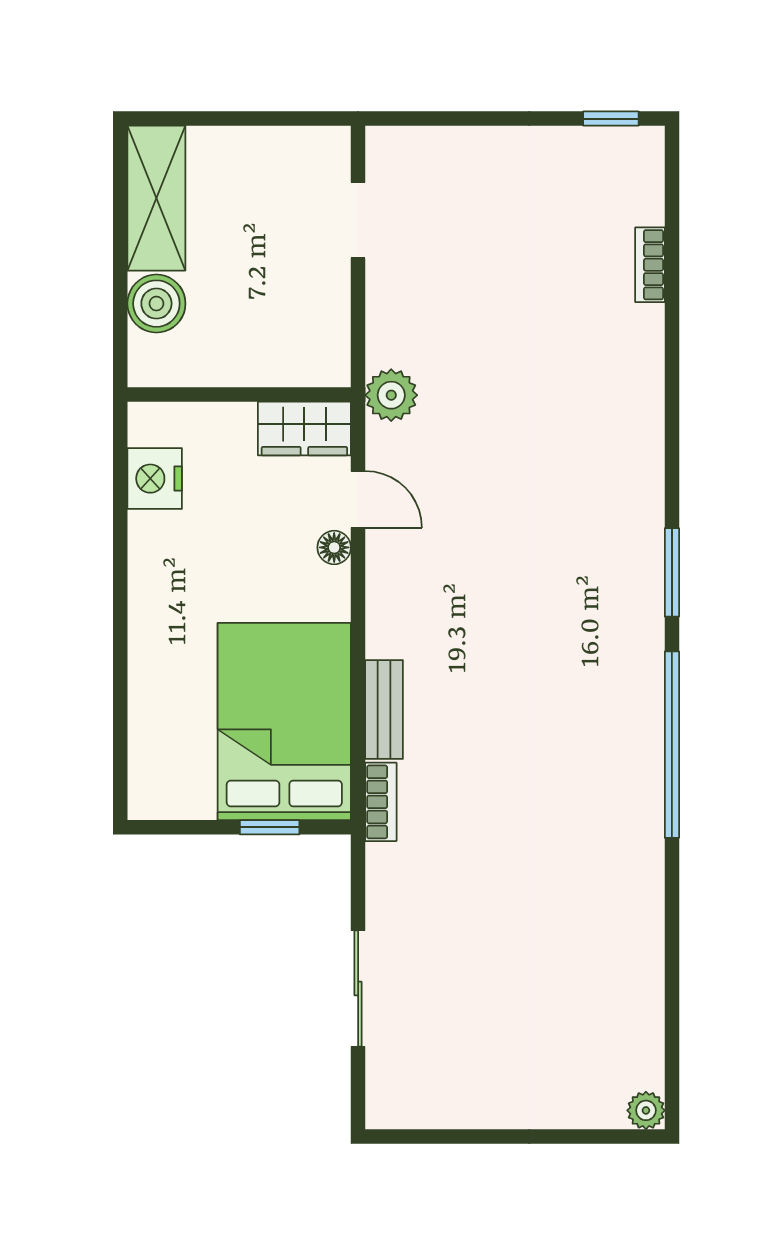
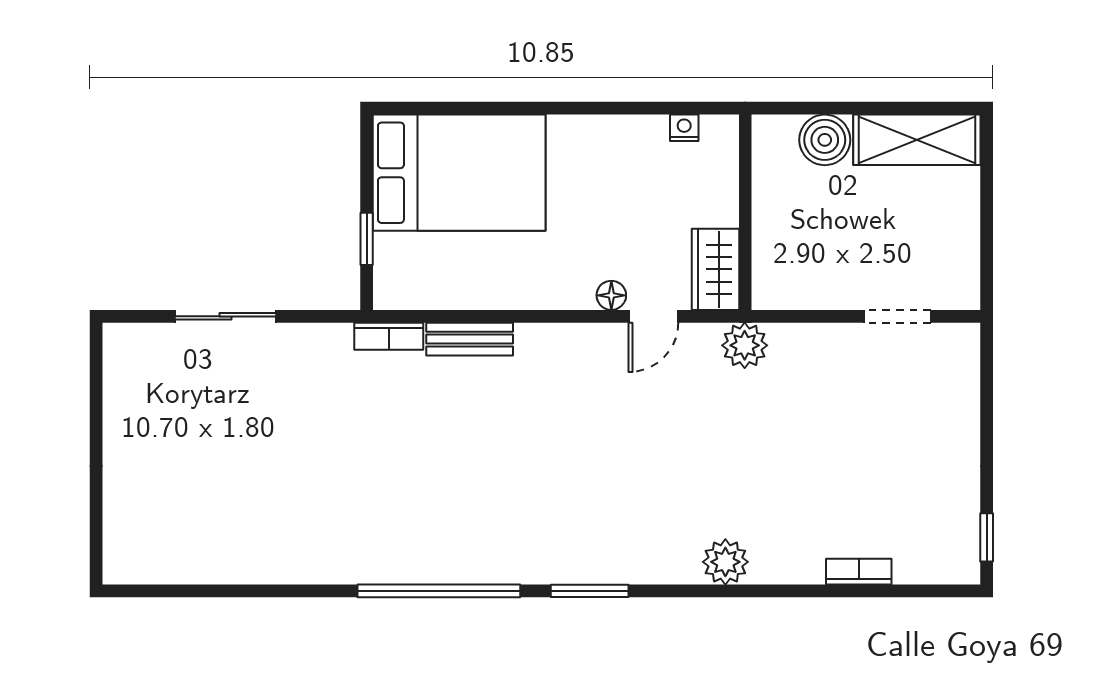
nightstand: (155, 479) -> (684, 128), width x0.53, depth x0.56
bed: (284, 721) -> (459, 173), moved
plant: (646, 1110) -> (725, 562), moved, width x1.38, depth x1.38

